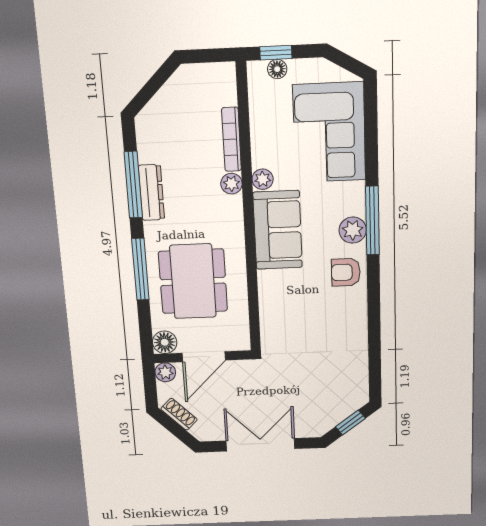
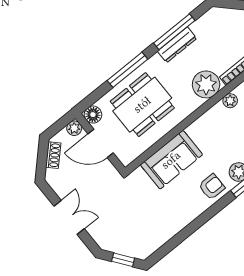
plant: (231, 184) -> (206, 84), width x1.87, depth x1.87
sofa: (278, 230) -> (171, 160), moved
armchair: (346, 272) -> (212, 187), turned 90
double door: (260, 445) -> (69, 217), width x0.73

